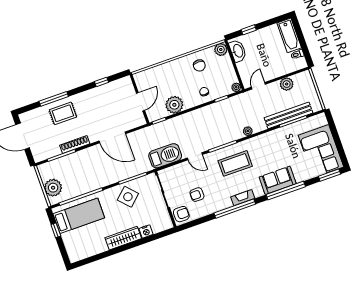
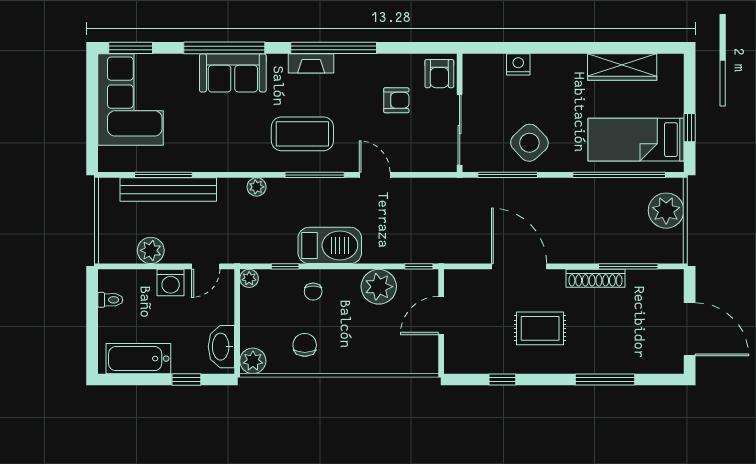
bathtub: (289, 35) -> (138, 359), moved, turned -90
washing machine: (272, 72) -> (171, 283), added
rug: (63, 113) -> (540, 328), moved
barbecue: (165, 156) -> (330, 245), moved, turned 180
armchair: (181, 214) -> (439, 74), turned -90
wardrobe: (123, 238) -> (622, 67), moved

